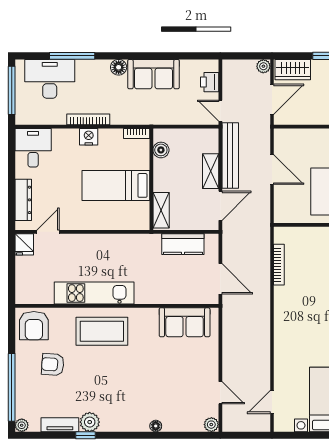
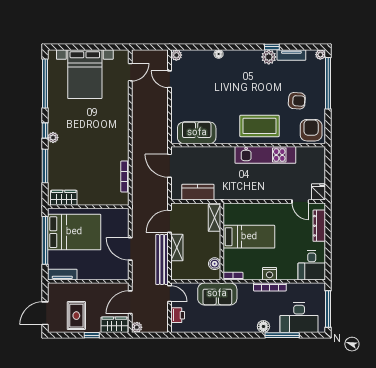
floor lamp: (119, 67) -> (263, 326), moved
sofa: (153, 74) -> (217, 294), moved, turned 180
door: (48, 232) -> (300, 202), hinge flipped

